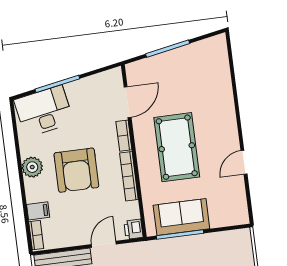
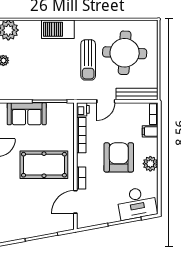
pool table: (177, 147) -> (44, 165), turned 90
bookcase: (129, 176) -> (81, 135), moved
sofa: (181, 217) -> (27, 114), moved

